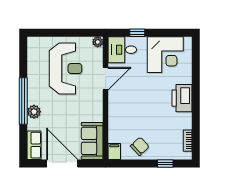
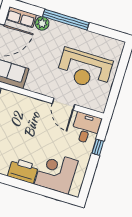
plant: (98, 42) -> (100, 107), removed
corner desk: (165, 55) -> (56, 173), moved, turned 90
plant: (34, 112) -> (42, 23), moved

